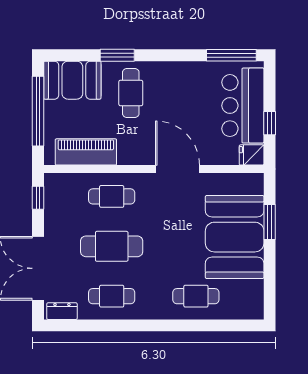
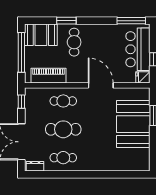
cafe table: (196, 296) -> (111, 158), removed

